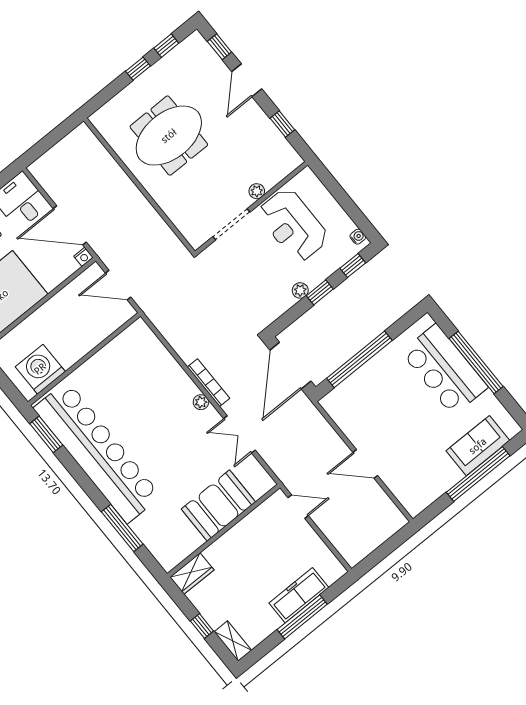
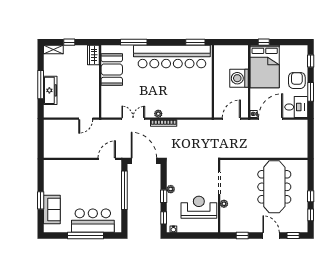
meeting table: (169, 136) -> (274, 187), width x1.36
washing machine: (40, 369) -> (239, 78), moved, turned 180
door: (365, 464) -> (107, 159), moved
window: (478, 474) -> (41, 200), width x0.47
booth: (218, 505) -> (112, 70), moved

